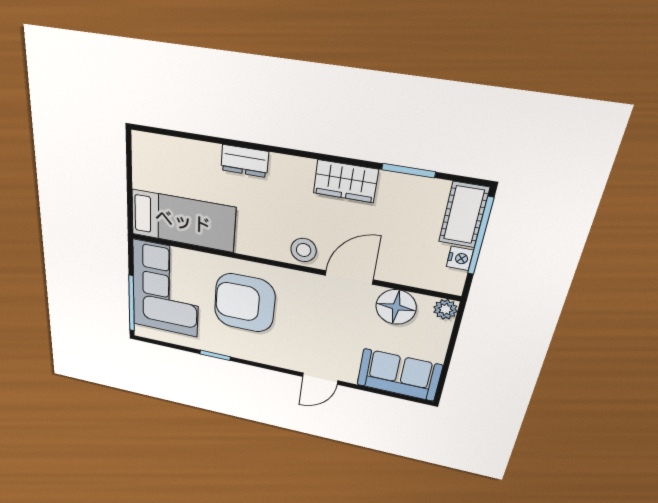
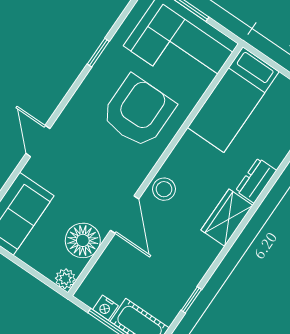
window: (408, 171) -> (191, 300), width x0.67
wardrobe: (346, 181) -> (227, 218), moved

